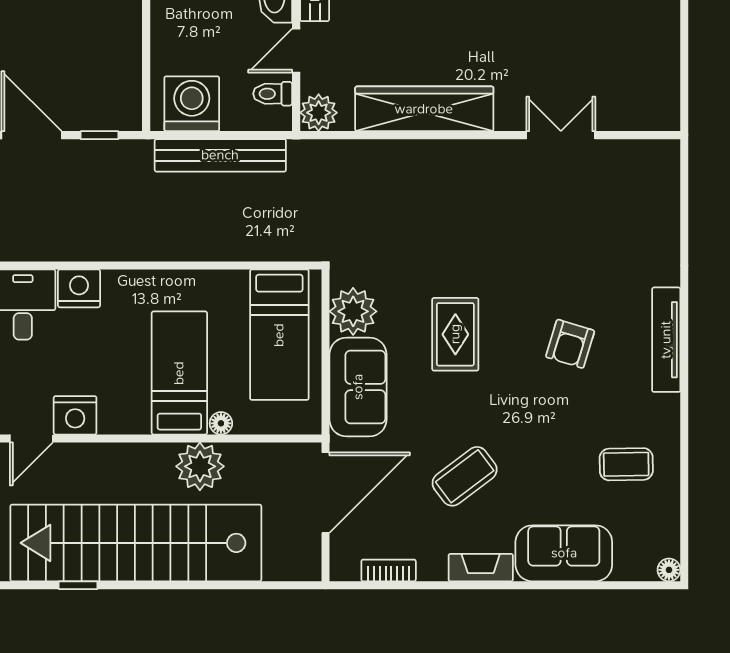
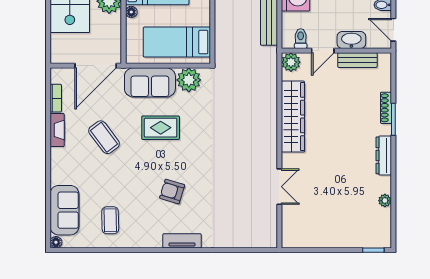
door: (296, 51) -> (323, 51), swing flipped
rug: (455, 334) -> (161, 128), moved
tv unit: (666, 340) -> (182, 241), width x0.71
door: (326, 493) -> (96, 66), hinge flipped
sofa: (564, 553) -> (64, 210), moved
fireplace: (481, 568) -> (57, 130), moved

